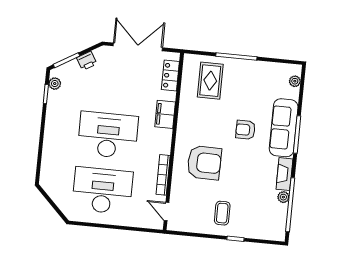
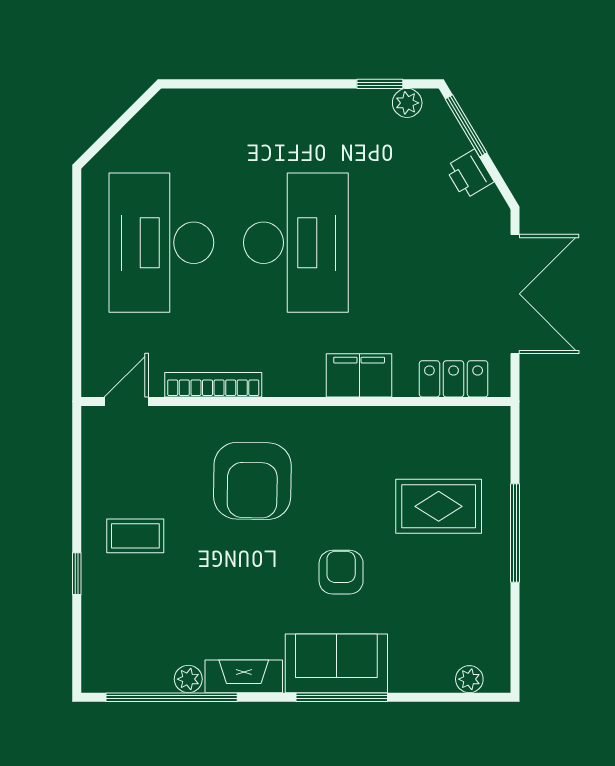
rug: (210, 81) -> (439, 506), moved
sofa: (284, 128) -> (336, 663), width x0.73
desk: (102, 191) -> (161, 243), turned 180

